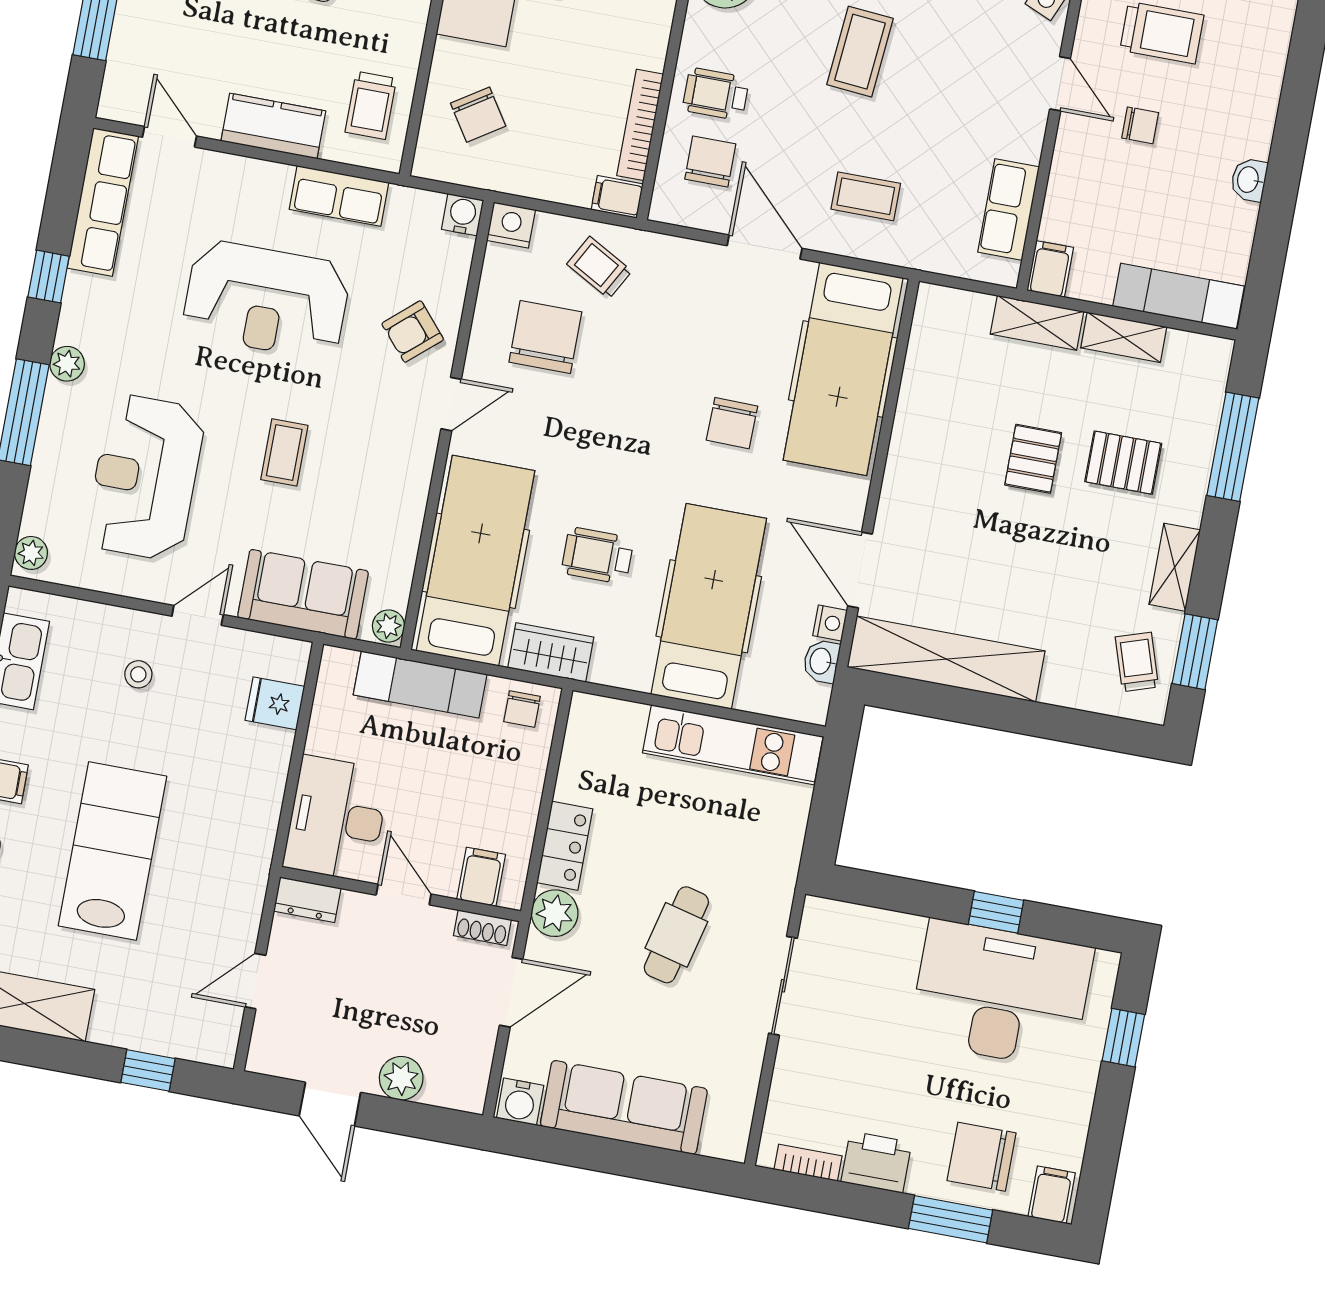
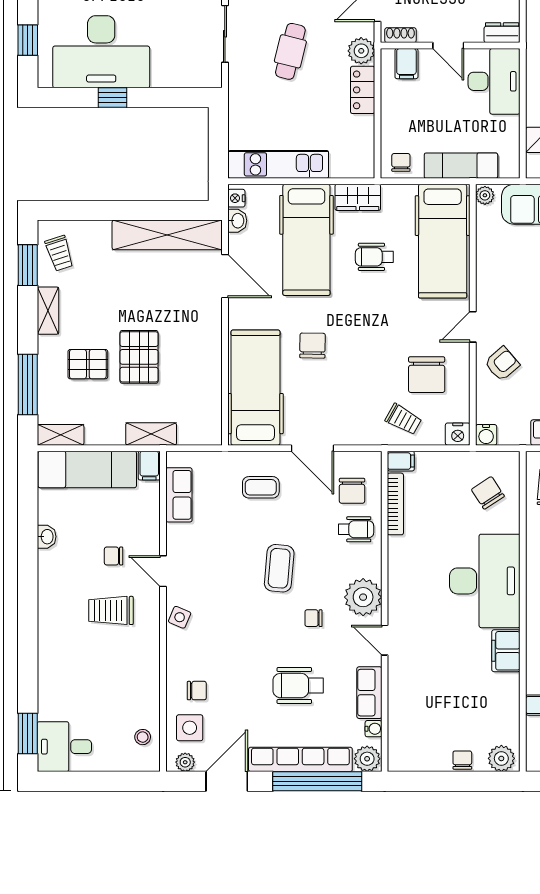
exam couch: (1178, 296) -> (87, 469), width x1.36, depth x1.45
shelving: (1124, 337) -> (61, 435), moved
pallet: (1033, 459) -> (139, 357), width x1.50, depth x1.42
wheelchair: (597, 556) -> (374, 257), turned 180
nightstand: (830, 623) -> (236, 198), moved
wardrobe: (551, 652) -> (358, 197), moved

